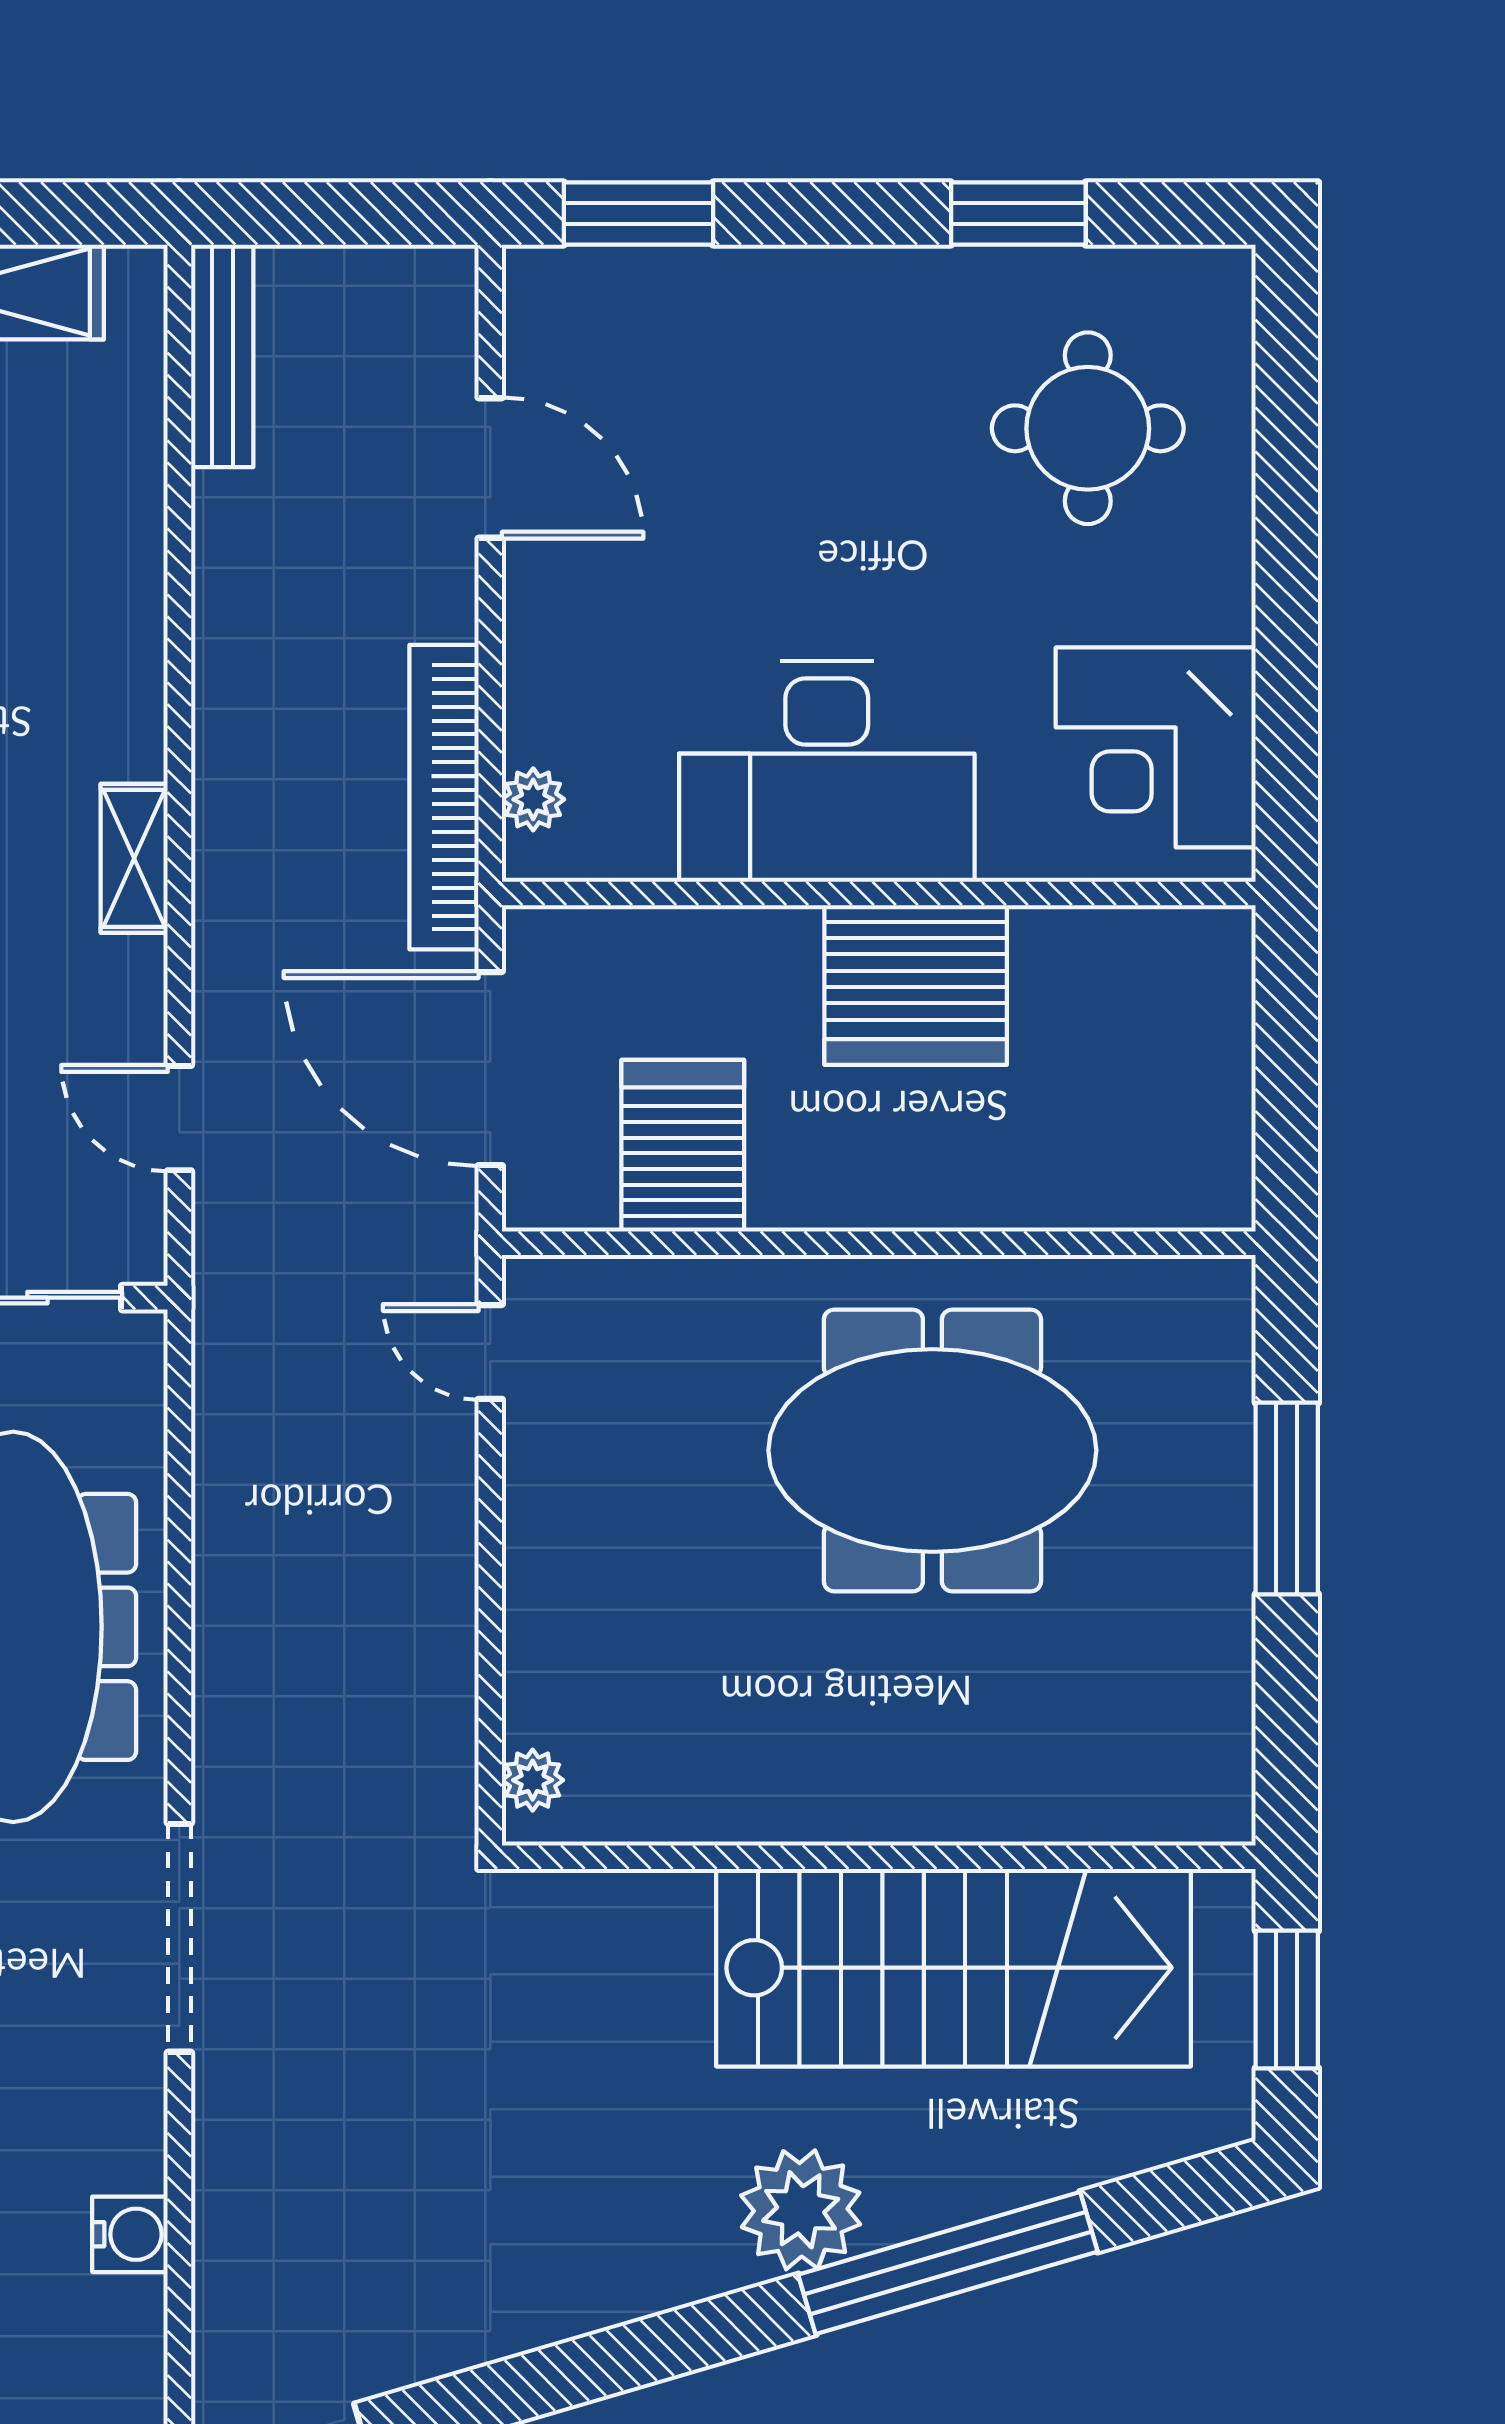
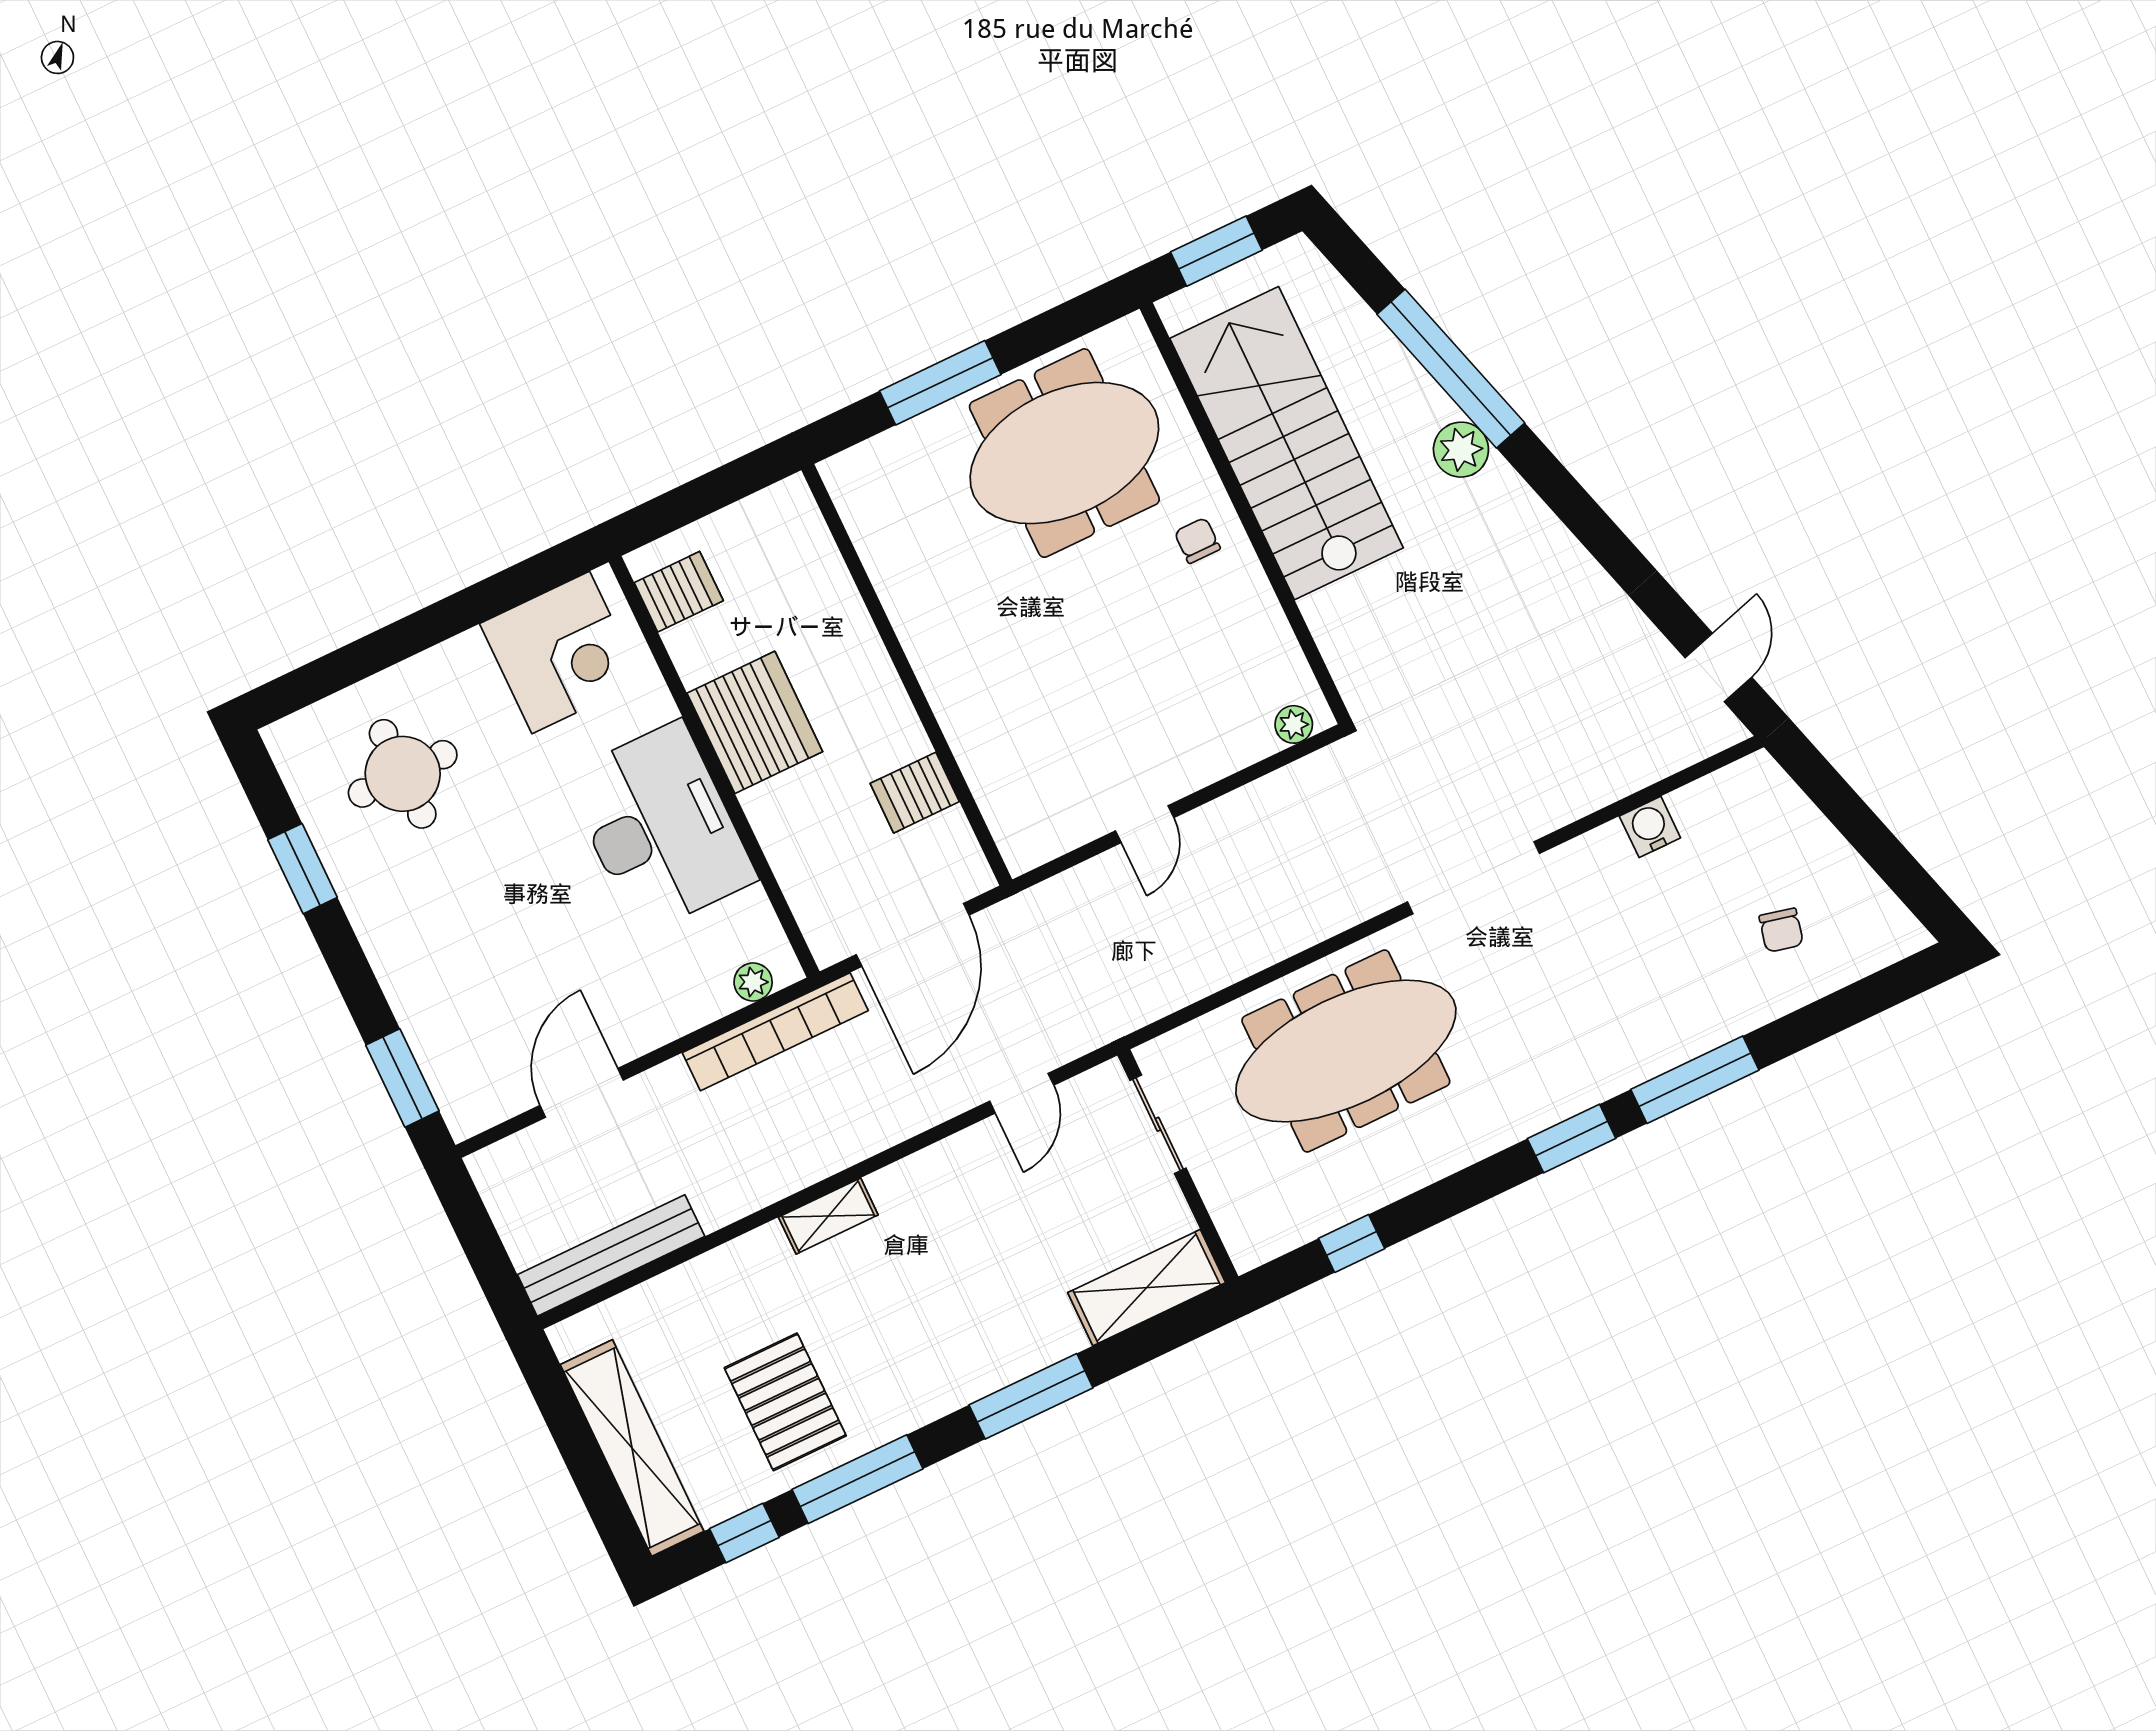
bench: (222, 356) -> (611, 1256), width x1.37, depth x1.21
shelving: (134, 858) -> (828, 1216), moved
server rack: (1162, 965) -> (679, 592), added
server rack: (683, 1146) -> (915, 793), width x0.73, depth x0.70
door: (490, 1352) -> (1145, 824), moved
meeting table: (932, 1450) -> (1064, 453), moved, turned 90
chair: (873, 1767) -> (1197, 540), added
plant: (801, 2210) -> (1461, 450), width x0.73, depth x0.73

